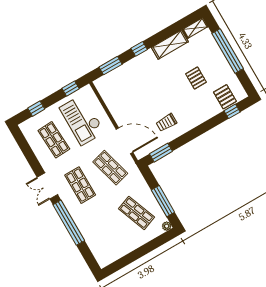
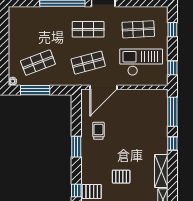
window: (110, 66) -> (172, 112), width x1.44
window: (161, 153) -> (76, 147), moved

